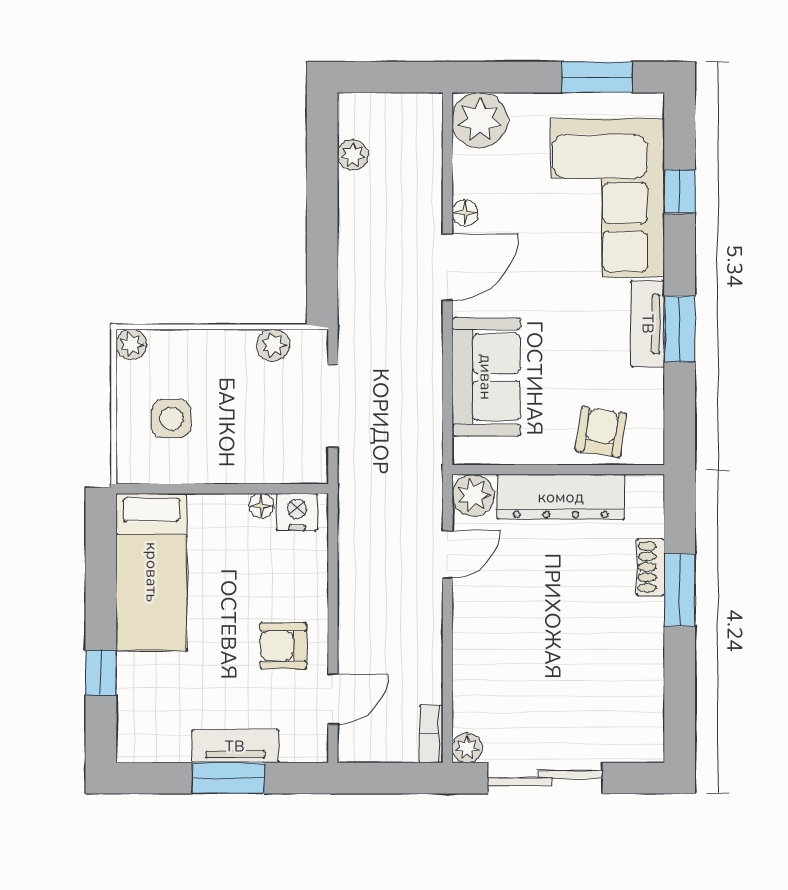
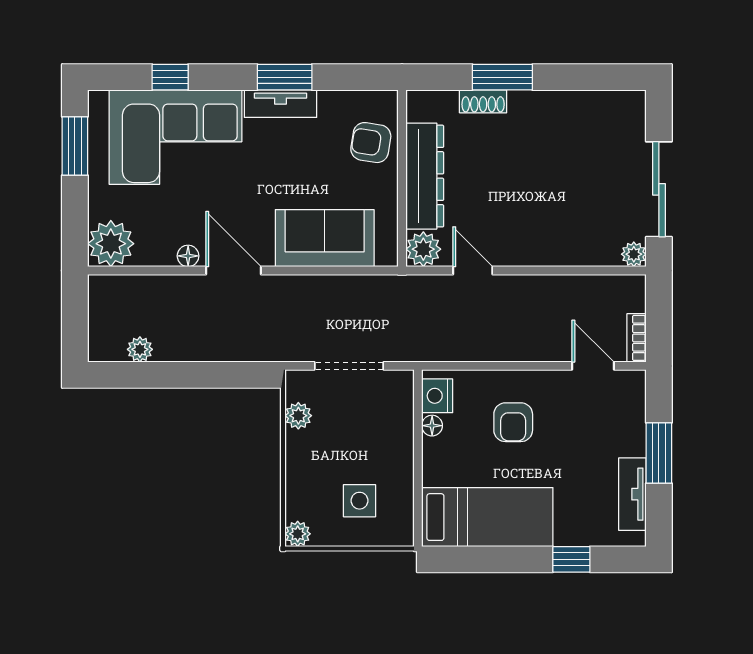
armchair: (283, 646) -> (513, 422), moved
bookcase: (431, 734) -> (637, 338), moved, turned 90
tv unit: (235, 746) -> (632, 494), moved

